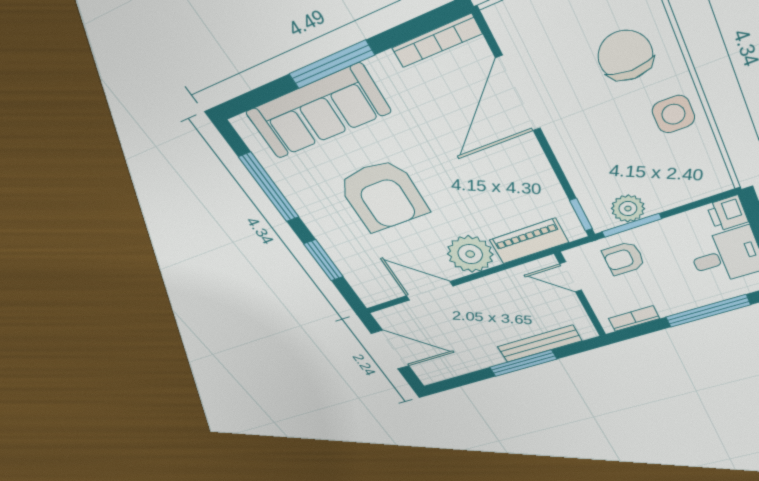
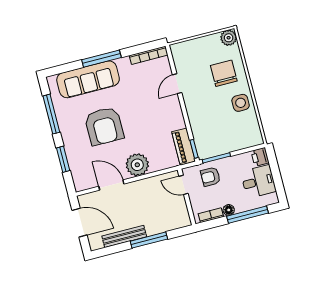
door: (518, 94) -> (177, 84), width x0.53
plant: (628, 209) -> (216, 148), removed
piano: (529, 241) -> (184, 147), moved, turned -90
floor lamp: (669, 307) -> (229, 210), added
bench: (539, 344) -> (124, 236), moved

